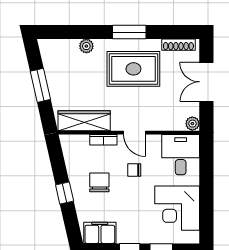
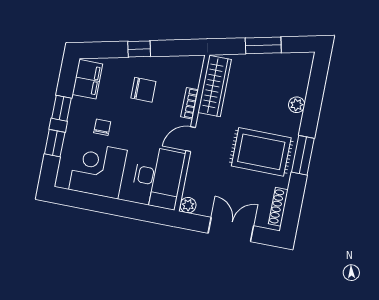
rug: (133, 69) -> (261, 152), turned 90
desk: (181, 155) -> (158, 178), width x1.37
chair: (134, 170) -> (102, 127), moved

